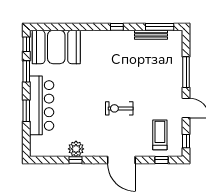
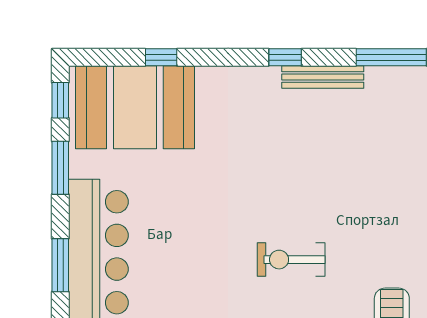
window: (67, 27) -> (161, 57), added
bench: (151, 35) -> (323, 77), moved

